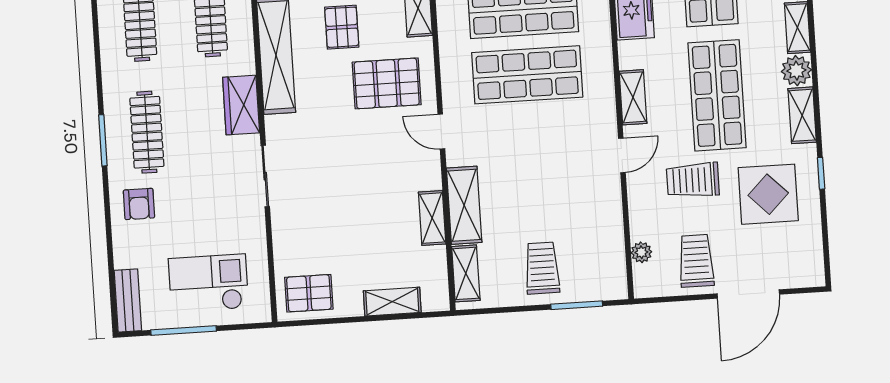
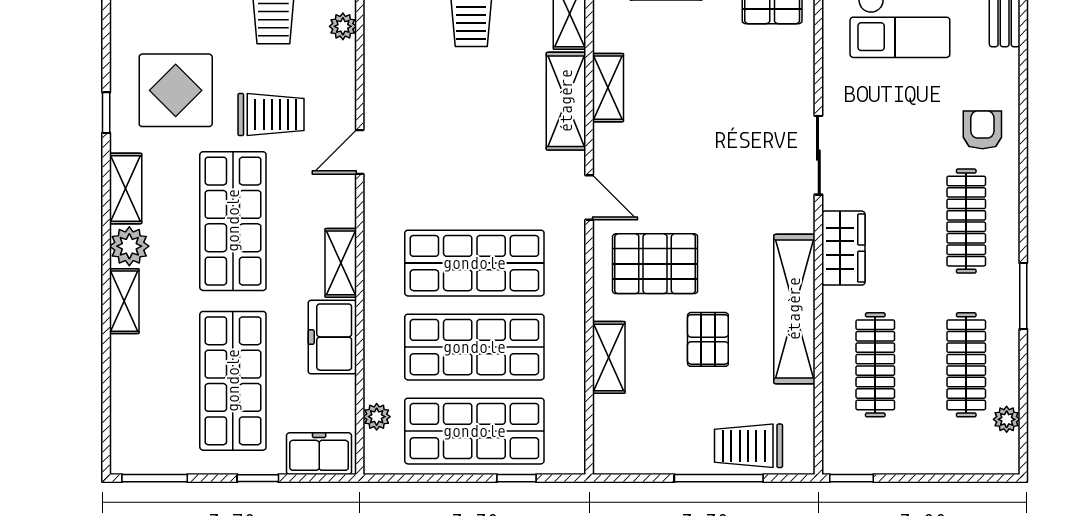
shelving: (633, 97) -> (341, 263), moved
window: (103, 140) -> (1023, 296), moved

